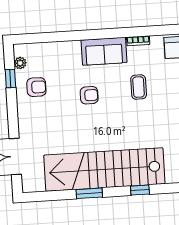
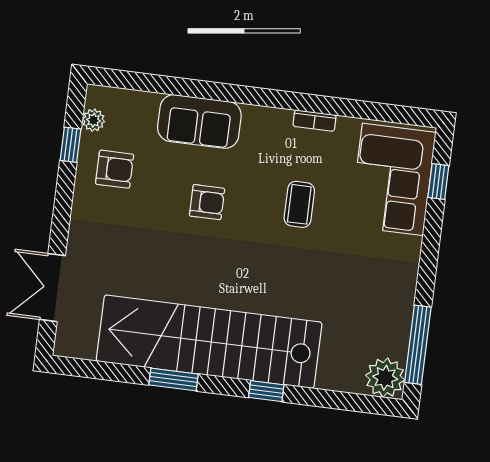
sofa: (104, 51) -> (199, 121), moved

